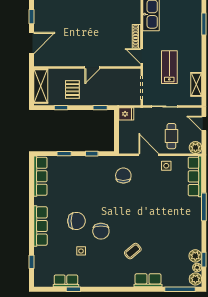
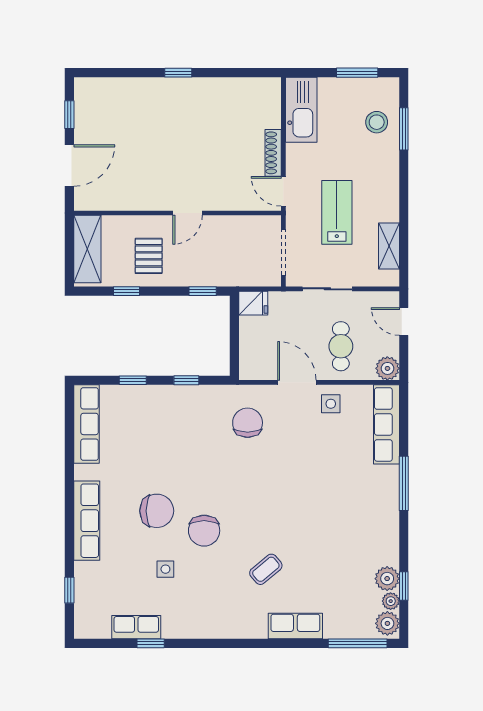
stool: (190, 21) -> (377, 122), added

